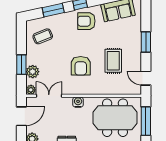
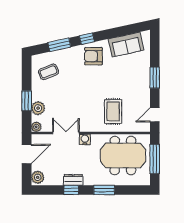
rug: (113, 61) -> (113, 111), moved
armchair: (81, 66) -> (88, 102), removed
door: (146, 78) -> (155, 115), hinge flipped
double door: (49, 96) -> (66, 133), moved

